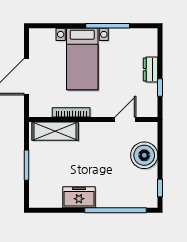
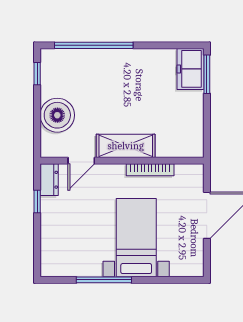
dresser: (151, 70) -> (49, 180), moved
shelving: (55, 131) -> (126, 146), moved
window: (27, 165) -> (207, 74), moved
freezer: (79, 197) -> (191, 69), moved, turned 90

